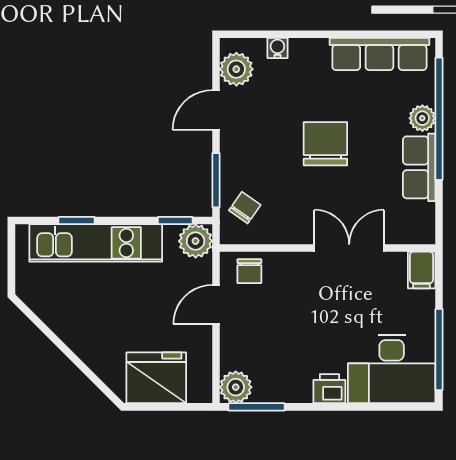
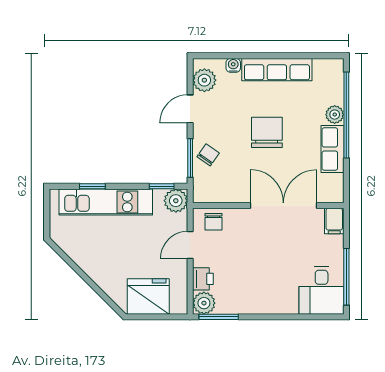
row of seats: (379, 54) -> (277, 70), moved
chair: (245, 208) -> (208, 155), moved
double door: (349, 248) -> (283, 206), width x1.37
desk: (392, 369) -> (322, 290), width x0.73
printer: (329, 389) -> (203, 279), moved, turned 90

